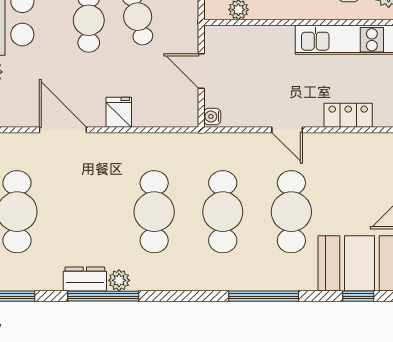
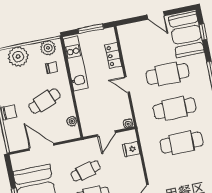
fridge: (119, 112) -> (131, 149), moved
door: (287, 130) -> (127, 85), swing flipped

